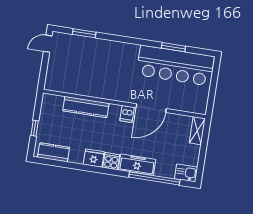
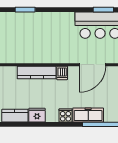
dishwasher: (127, 114) -> (62, 73), moved
fridge: (94, 158) -> (37, 115), moved

